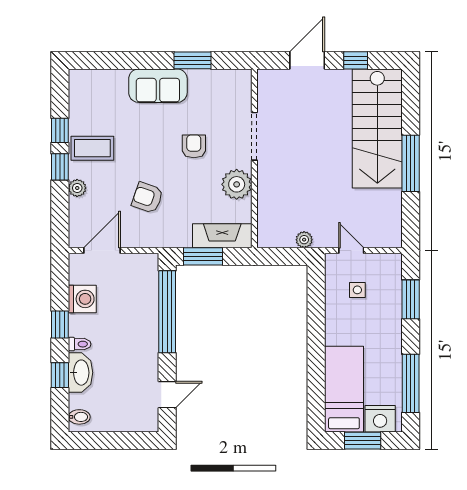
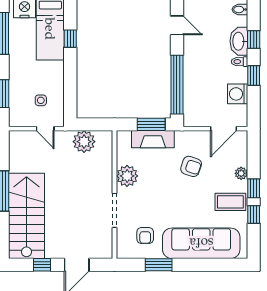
sofa: (158, 86) -> (201, 243), width x1.85, depth x1.27
armchair: (194, 146) -> (145, 235), moved
fireplace: (222, 236) -> (153, 139), moved
plant: (304, 240) -> (84, 142), width x1.88, depth x1.88
window: (316, 376) -> (70, 39), added
door: (167, 395) -> (177, 25), swing flipped

